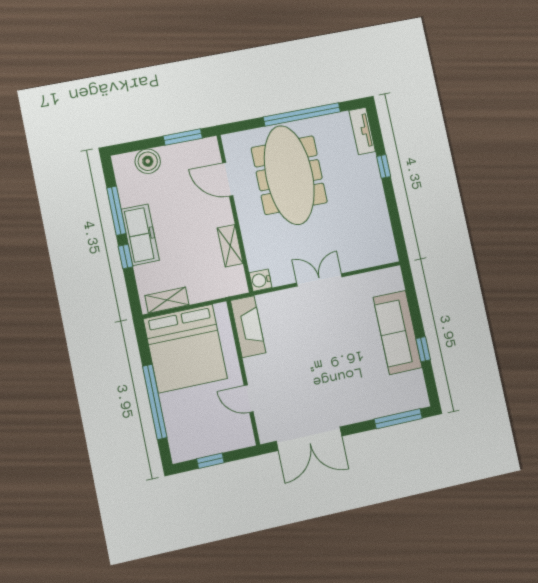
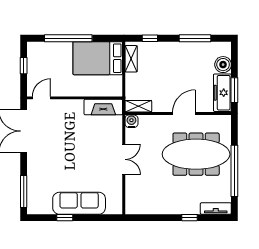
door: (228, 179) -> (184, 114), moved
freezer: (140, 235) -> (222, 93), moved, turned 90
shelving: (230, 246) -> (138, 106), moved
window: (126, 257) -> (150, 38), moved
bed: (185, 349) -> (98, 58), width x0.73
door: (249, 399) -> (41, 98), moved

